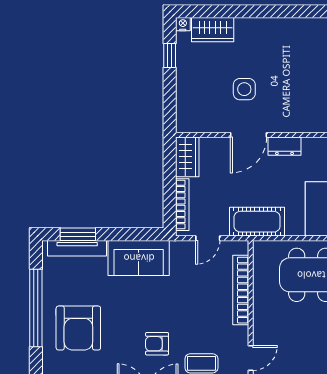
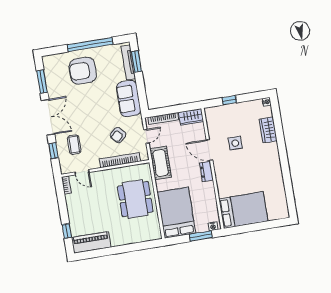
wardrobe: (213, 30) -> (268, 130), moved
window: (170, 55) -> (229, 100), moved
door: (208, 238) -> (146, 136), swing flipped
armchair: (157, 344) -> (118, 135), moved, turned -132

